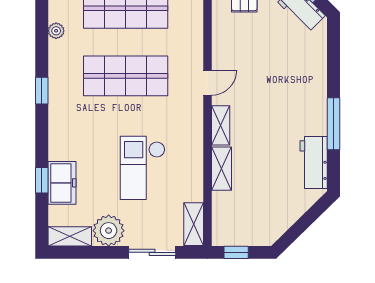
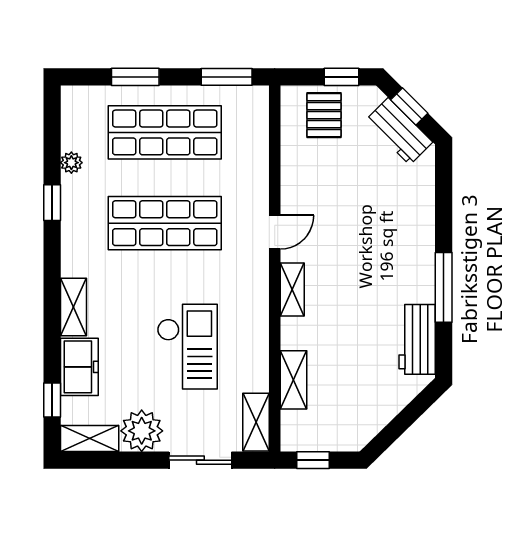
window: (42, 91) -> (52, 203), moved
shelving: (58, 138) -> (74, 307), added
checkout: (143, 168) -> (187, 347), turned 180
shelving: (222, 169) -> (293, 380), moved
window: (42, 180) -> (52, 400), moved

